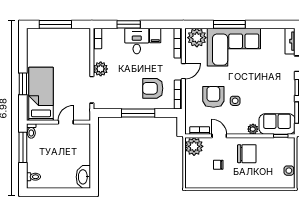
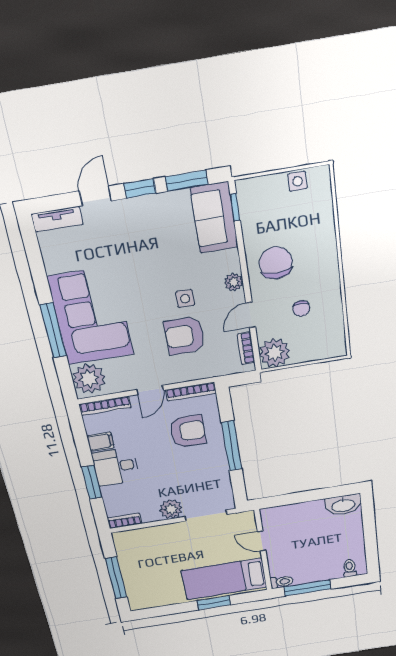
door: (183, 71) -> (150, 390), swing flipped
armchair: (153, 88) -> (188, 431), turned -90
plant: (253, 129) -> (234, 282), moved

